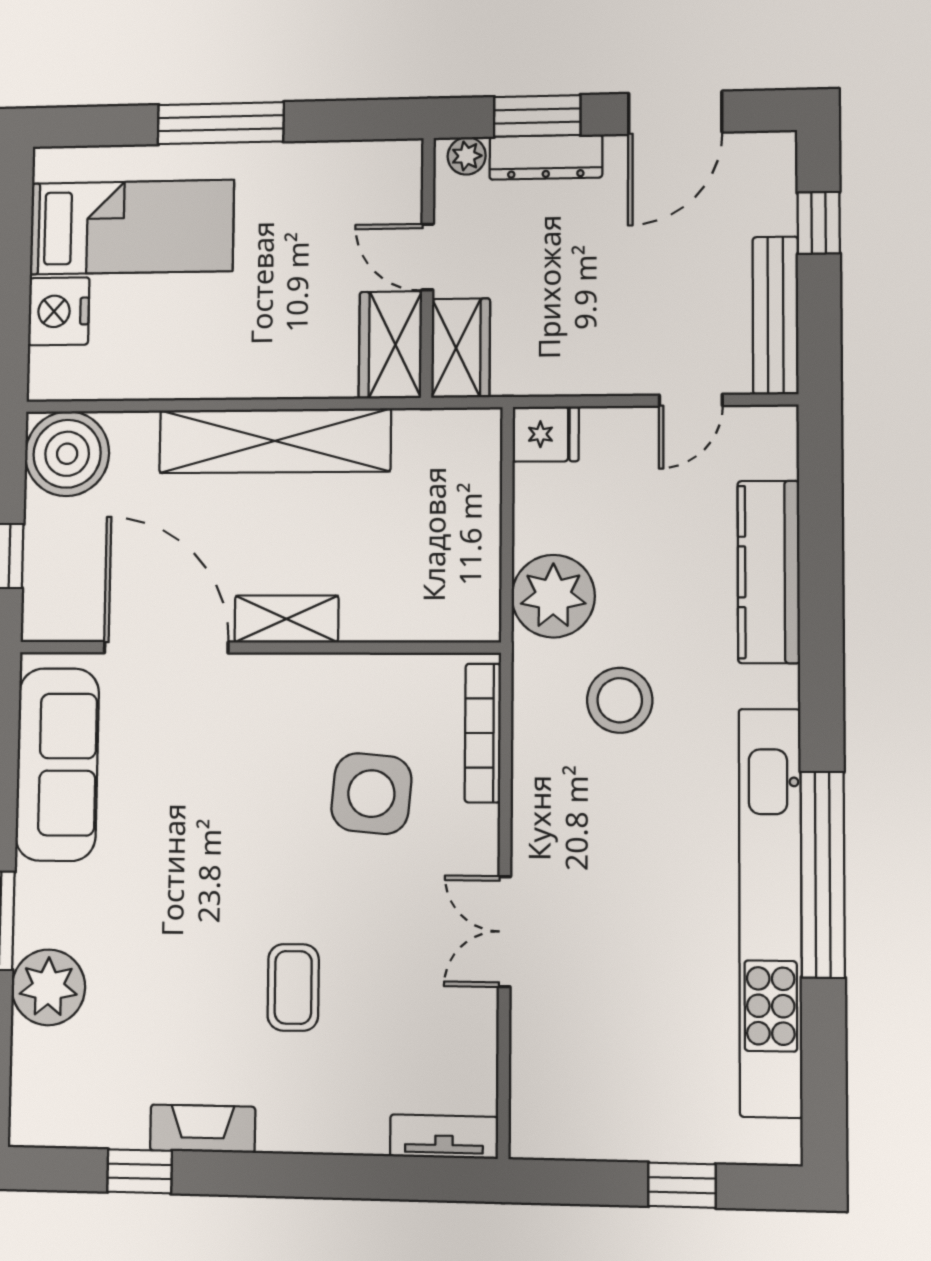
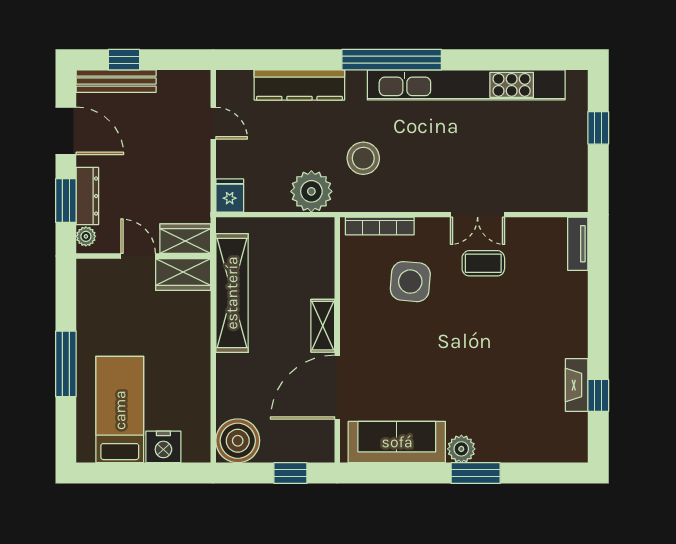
door: (427, 257) -> (138, 256), swing flipped
bench: (776, 315) -> (116, 81), moved
shelving: (275, 441) -> (232, 293), moved
window: (823, 874) -> (392, 60), moved
plant: (48, 987) -> (461, 449), moved, width x0.73, depth x0.73
coffee table: (293, 987) -> (483, 263), moved
fireplace: (203, 1129) -> (577, 385), moved

